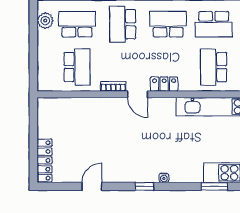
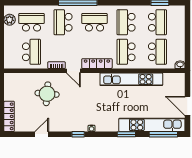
school desk: (214, 24) -> (126, 22), turned 90
locker: (164, 84) -> (97, 64), width x1.53
round table: (99, 128) -> (47, 94), added

